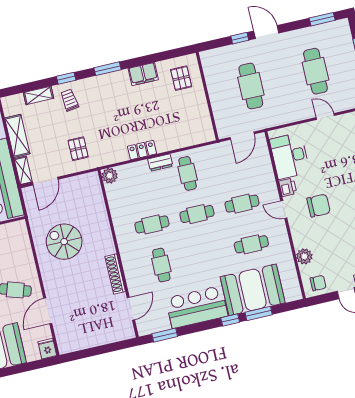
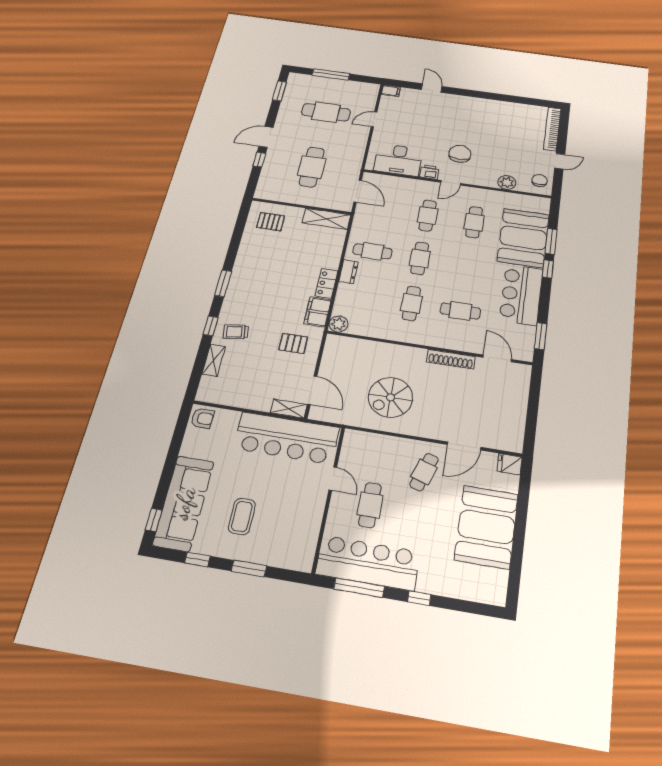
filing cabinet: (143, 74) -> (318, 312), moved, turned 180
cafe table: (251, 86) -> (312, 167), turned 90
shelving: (17, 136) -> (326, 219), moved
door: (48, 311) -> (464, 446), hinge flipped

